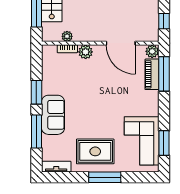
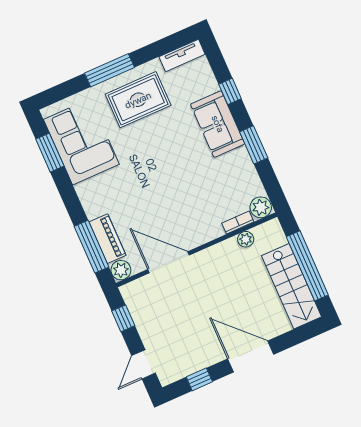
plant: (86, 52) -> (261, 207), moved
window: (36, 131) -> (230, 91), width x0.46

